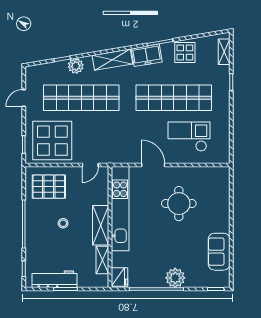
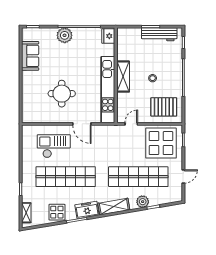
checkout: (189, 137) -> (54, 146), turned 180
shelving: (102, 260) -> (122, 49), removed

